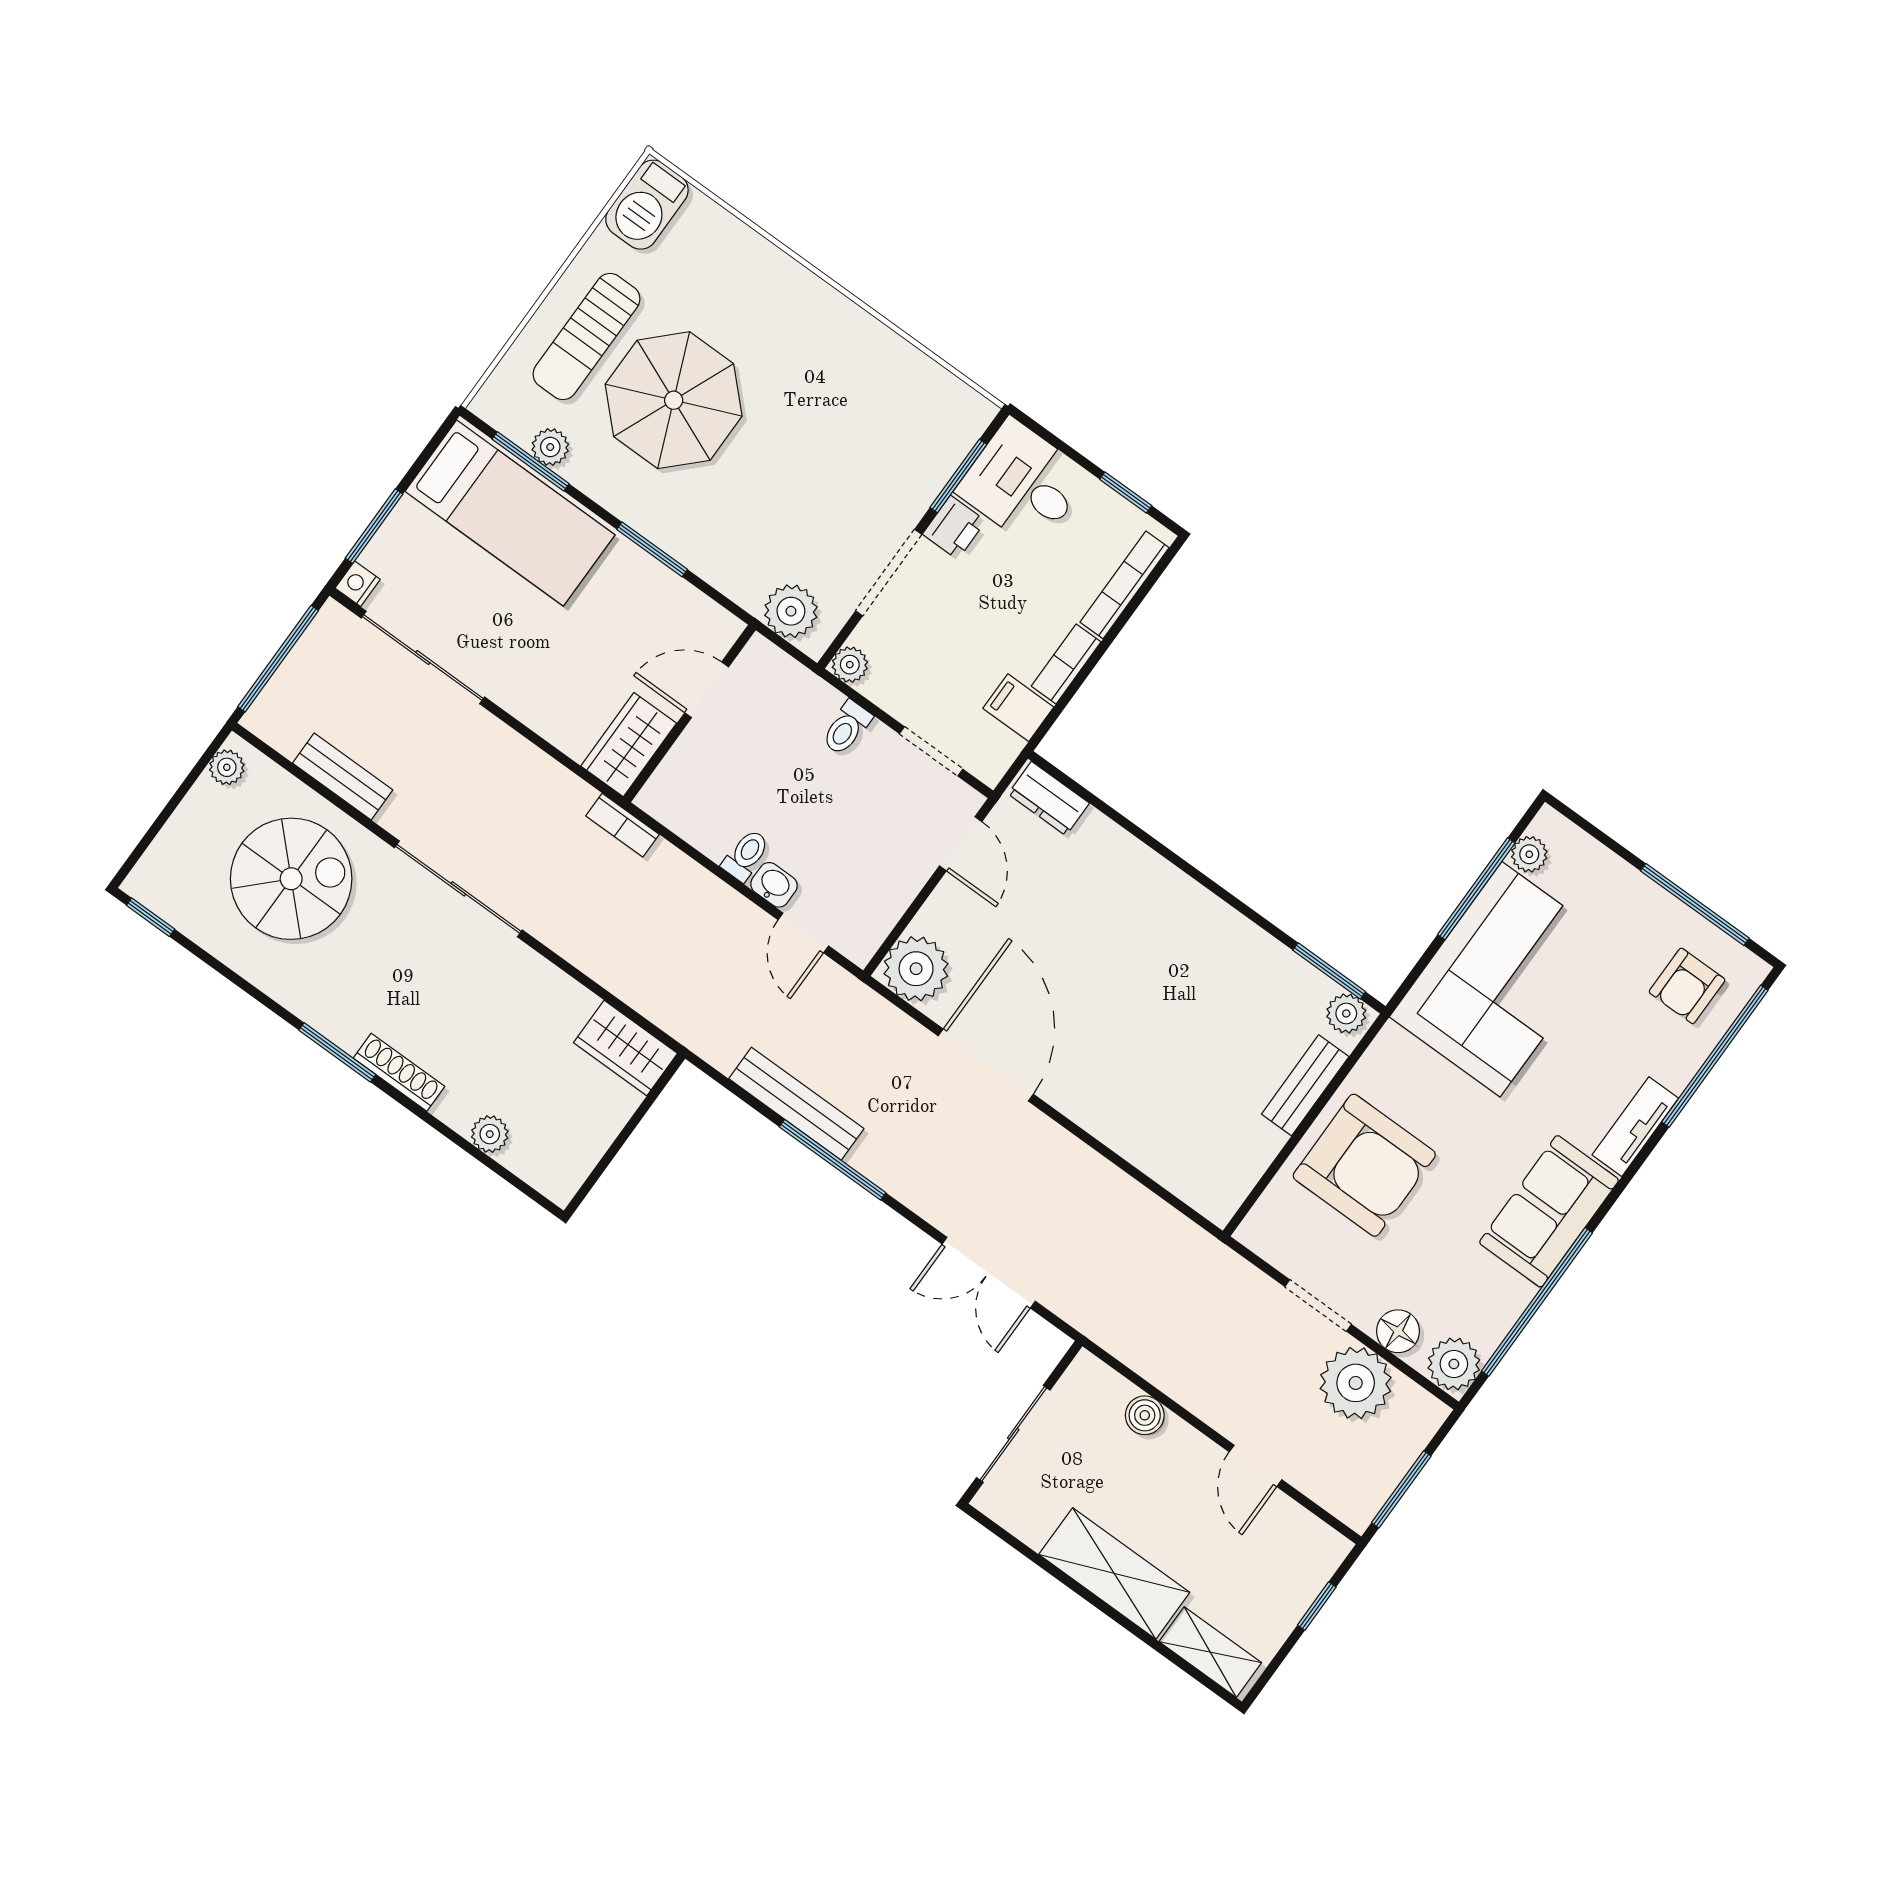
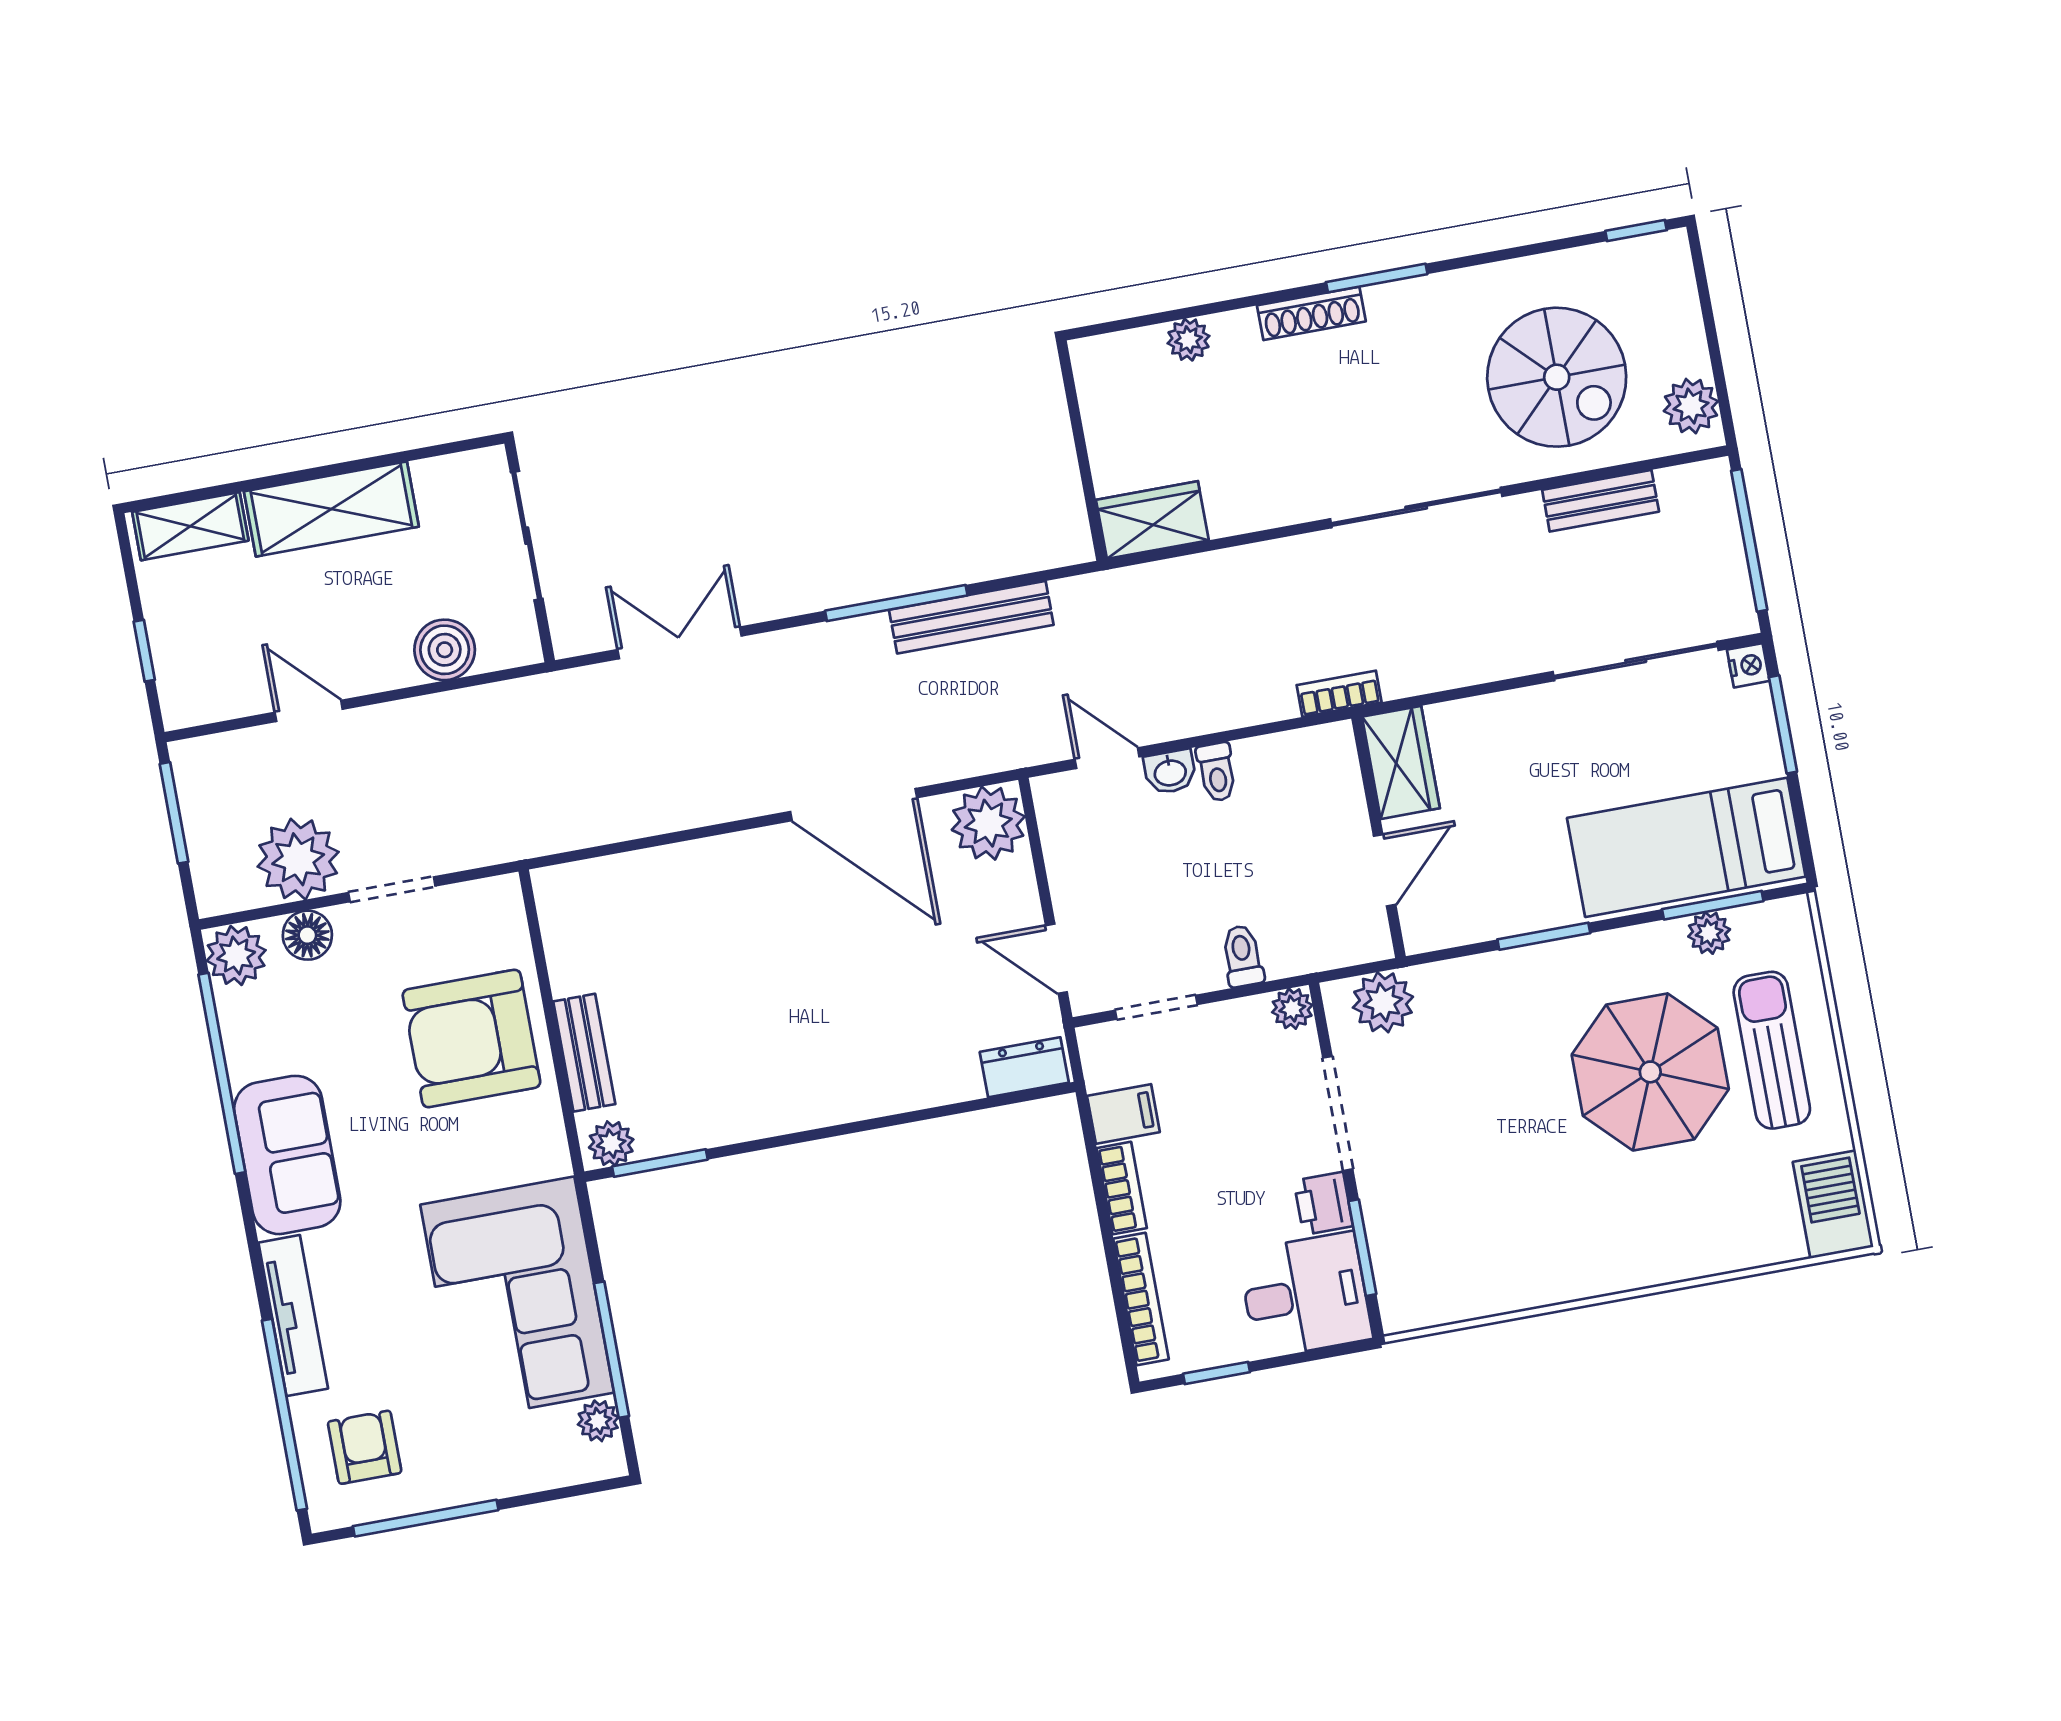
plant: (227, 767) -> (1691, 406), width x1.38, depth x1.38
spiral stairs: (291, 879) -> (1557, 377), turned -90
tv unit: (1635, 1127) -> (293, 1316), width x1.41
boiler: (1145, 1415) -> (445, 650), width x1.36, depth x1.36

